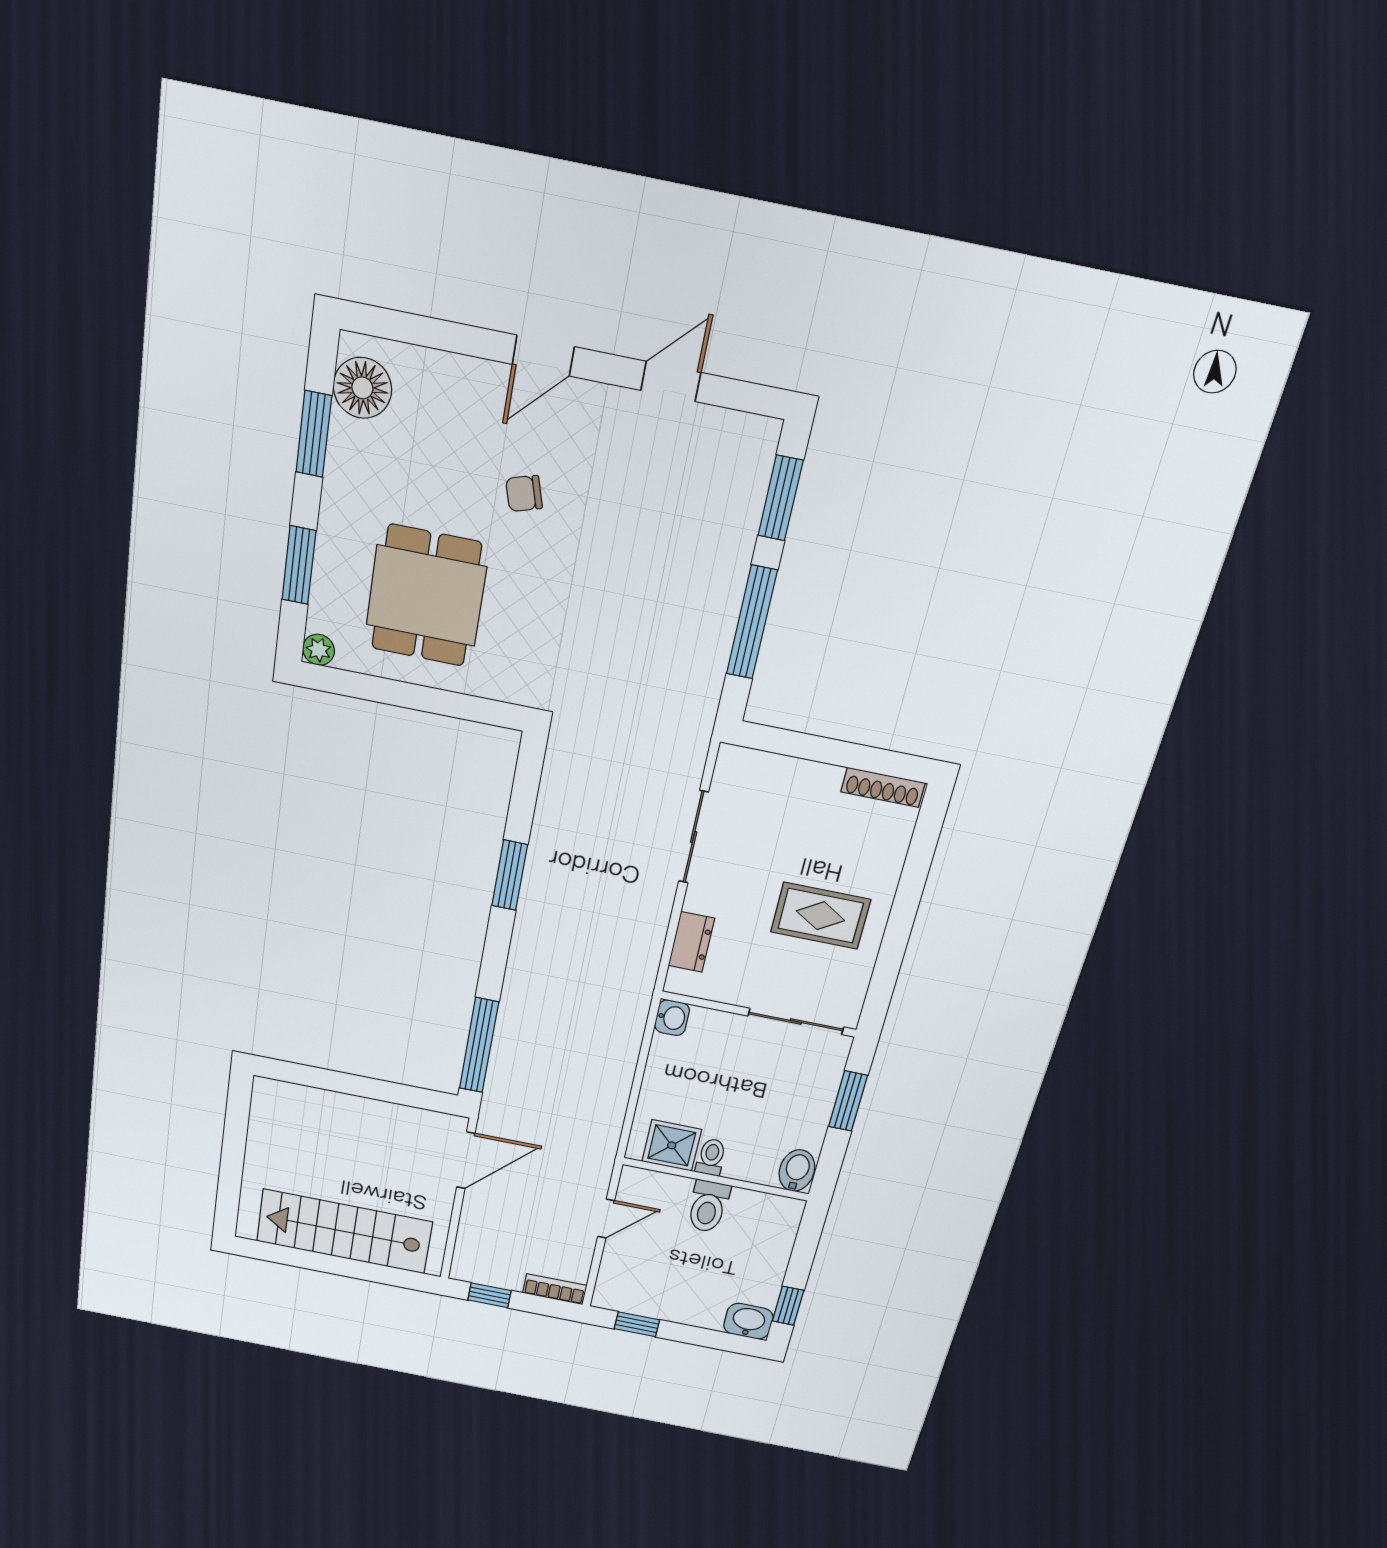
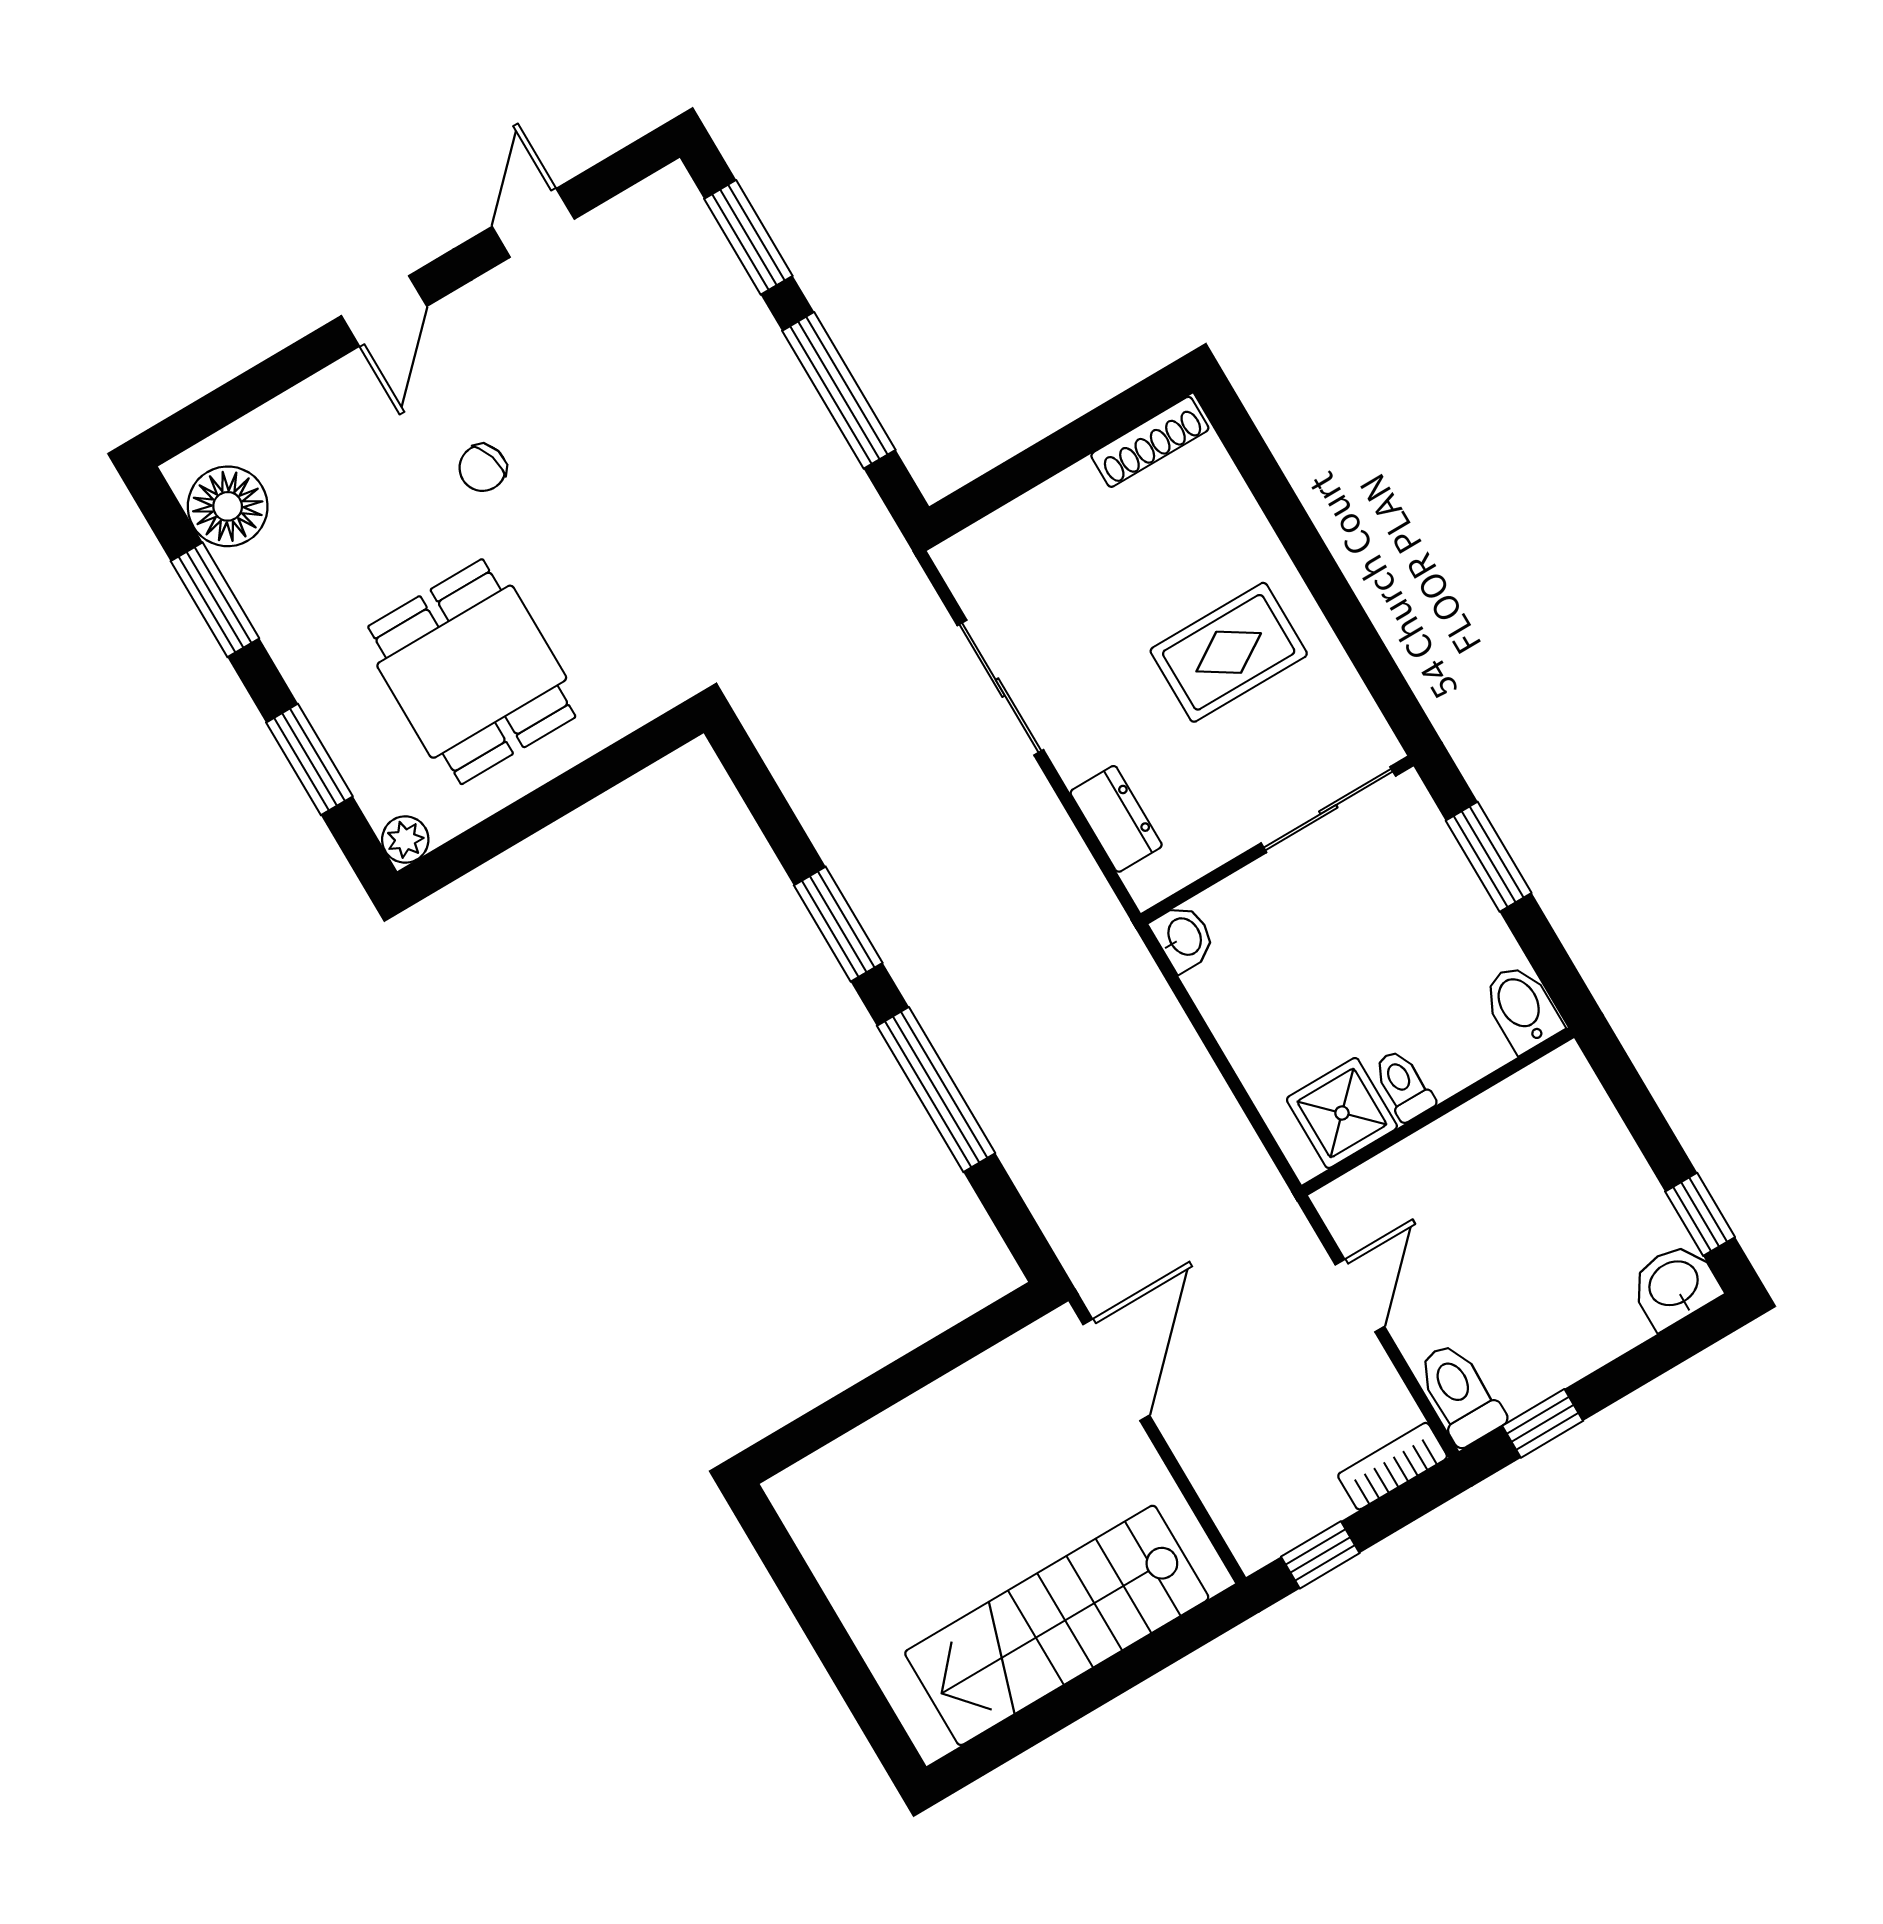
window: (479, 1045) -> (936, 1090), moved
toilet: (708, 1206) -> (1460, 1394), moved, turned 180

